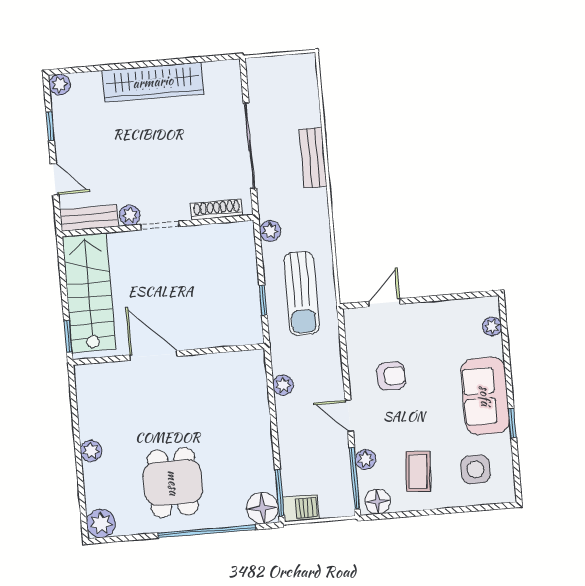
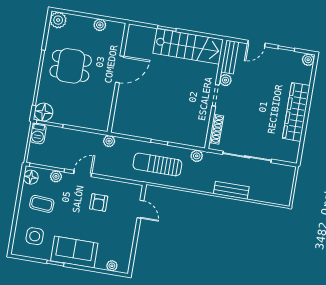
wall: (169, 354) -> (118, 78), moved
door: (153, 356) -> (120, 69), moved

